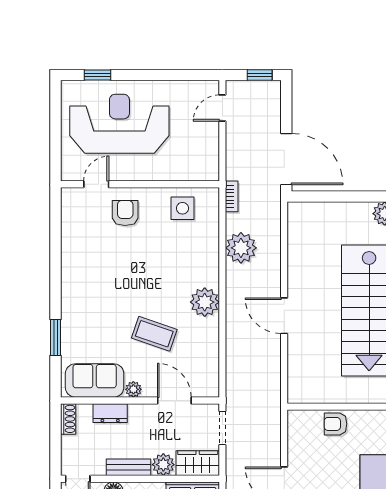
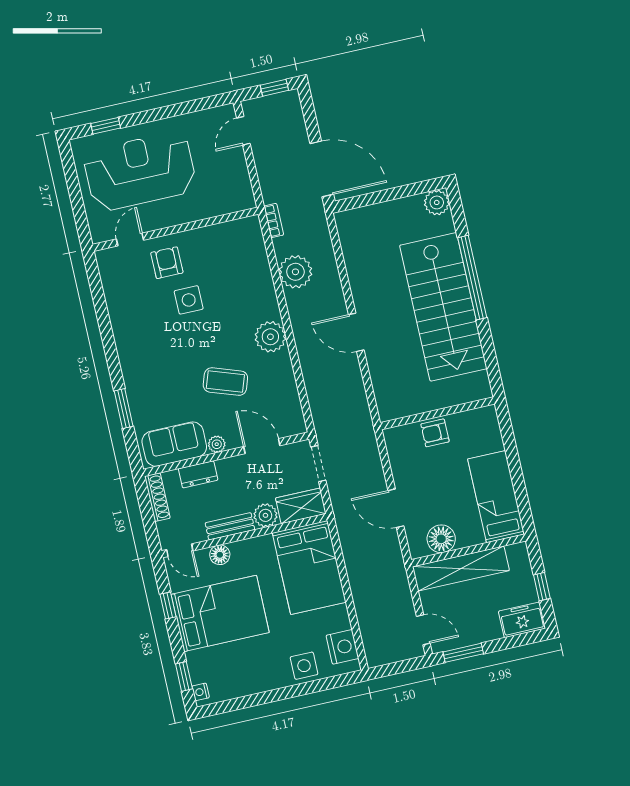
side table: (182, 208) -> (189, 300), moved
shoe rack: (68, 419) -> (157, 497), width x1.43

